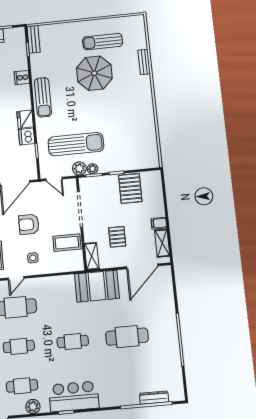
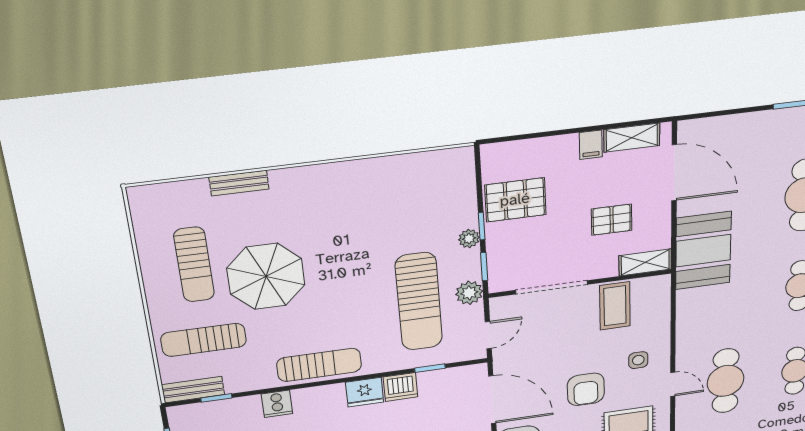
sun lounger: (61, 45) -> (204, 340), added
sun lounger: (76, 144) -> (419, 302), turned 180
plant: (92, 169) -> (469, 239), moved
armchair: (29, 224) -> (586, 389), moved

